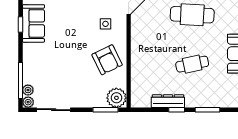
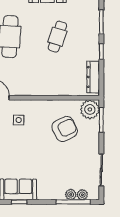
armchair: (107, 60) -> (65, 129), moved
cafe table: (192, 64) -> (57, 37), turned 30
dresser: (168, 101) -> (93, 77), moved
plant: (28, 102) -> (71, 195), moved

